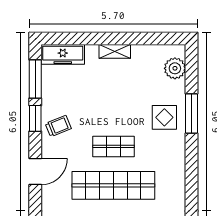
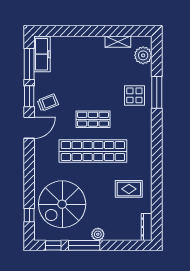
shelving: (115, 51) -> (118, 42), moved
freezer: (63, 54) -> (42, 54), moved, turned -90
door: (35, 172) -> (29, 128), moved

